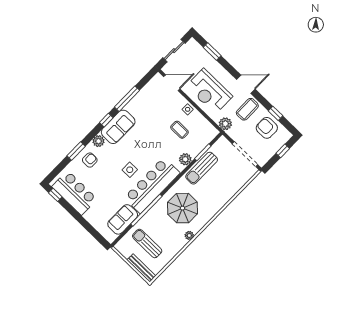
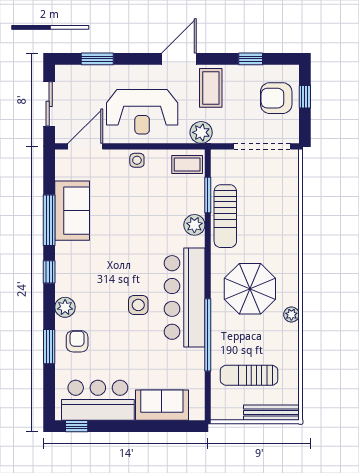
sofa: (118, 127) -> (72, 211), moved
armchair: (267, 128) -> (276, 98), moved
coffee table: (179, 130) -> (187, 164), moved
sofa: (123, 219) -> (162, 405), moved, turned 90

